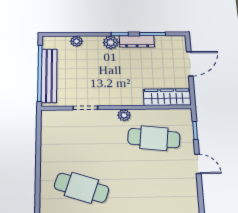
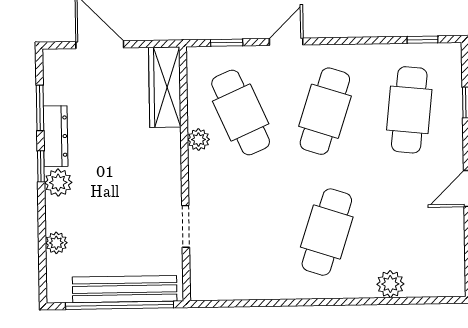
plant: (124, 115) -> (199, 140), moved
cafe table: (154, 138) -> (241, 112), turned -30
cafe table: (157, 186) -> (325, 111), added

